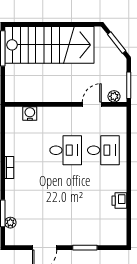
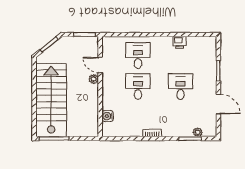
plant: (114, 96) -> (94, 79), moved
desk: (66, 202) -> (181, 87), added

